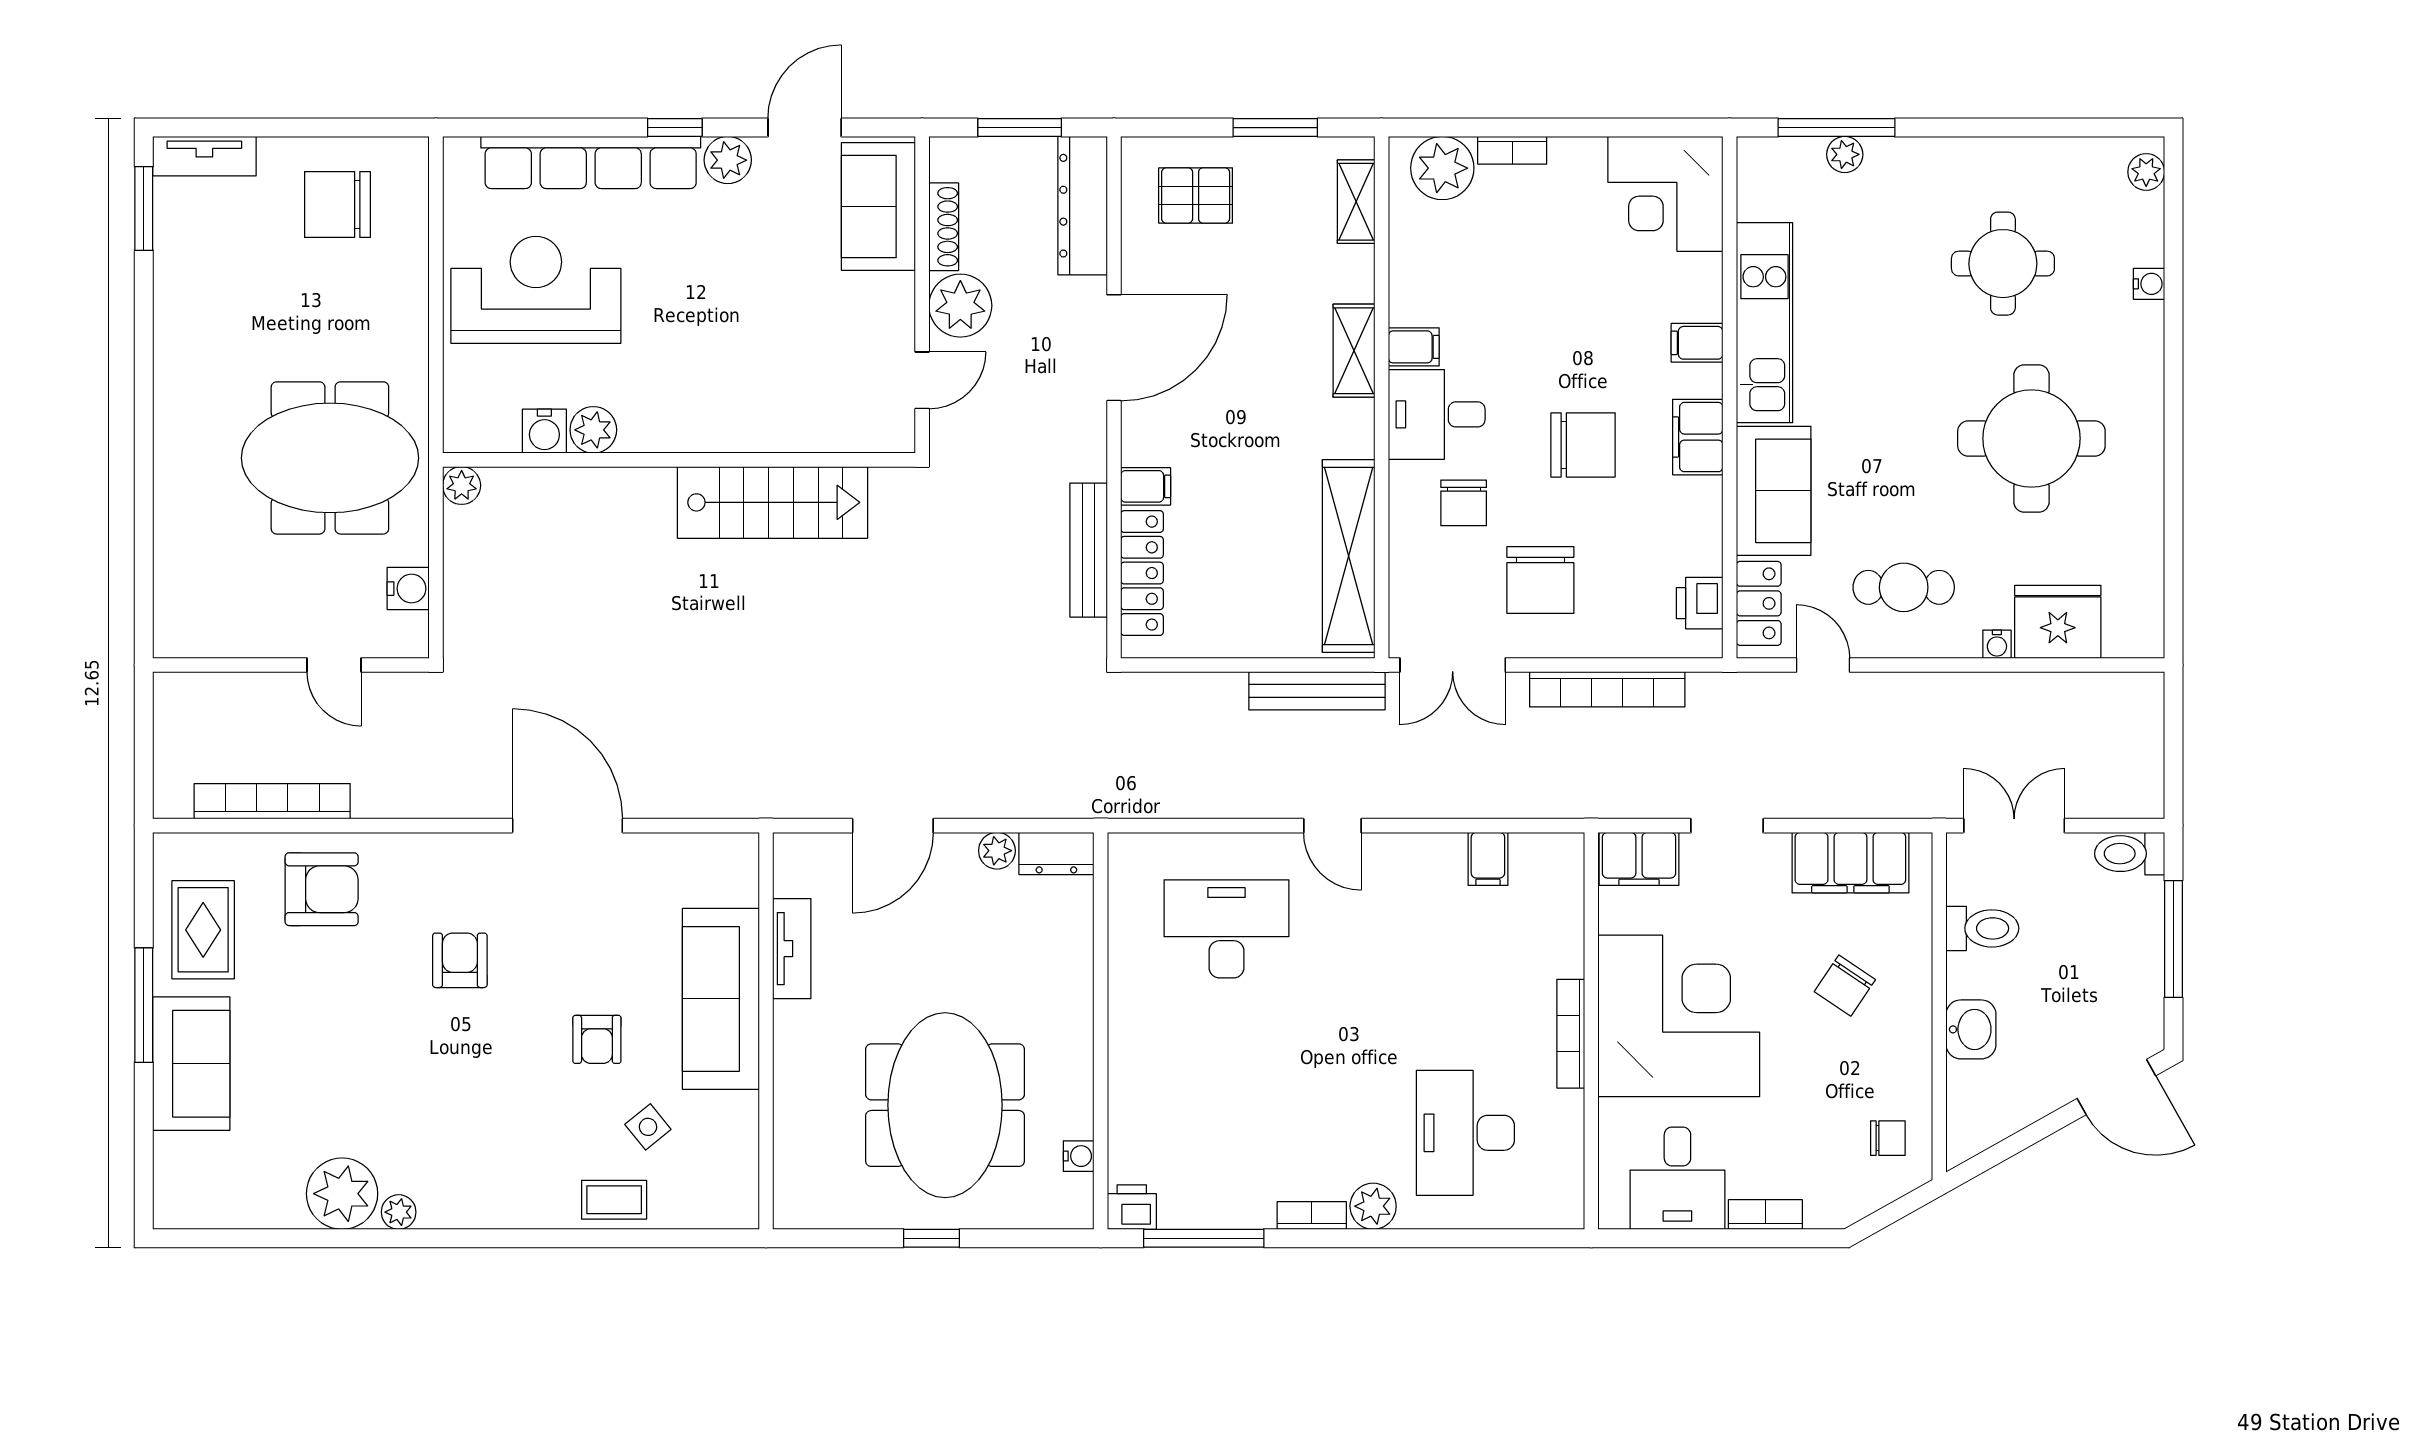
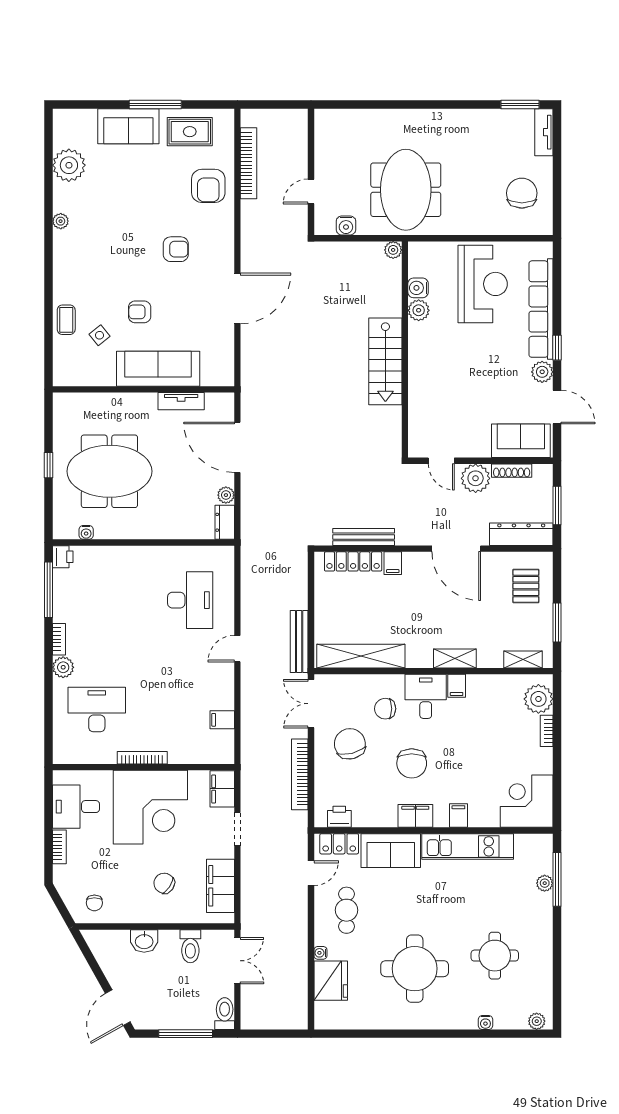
stairs: (772, 502) -> (385, 361), moved
chair: (1540, 580) -> (350, 744), turned 76
door: (893, 826) -> (237, 447), width x1.36
plant: (342, 1194) -> (69, 165), moved

